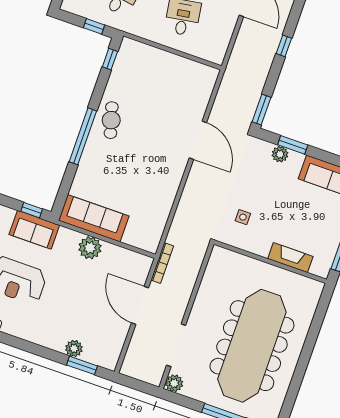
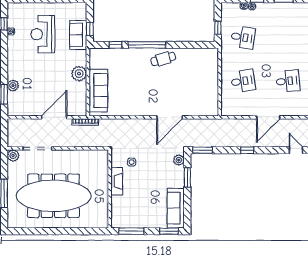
window: (110, 59) -> (115, 45), moved
plant: (280, 154) -> (179, 160), moved
sofa: (94, 218) -> (98, 91), moved
fireplace: (290, 258) -> (117, 181), moved

